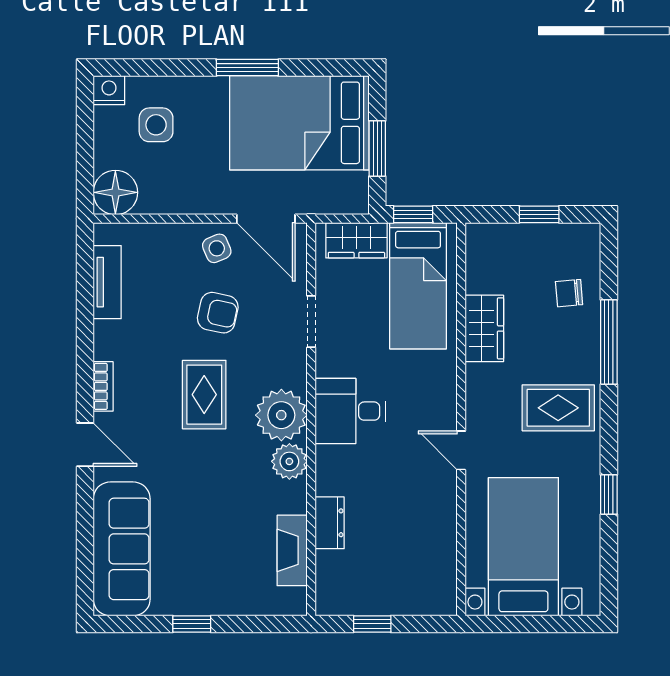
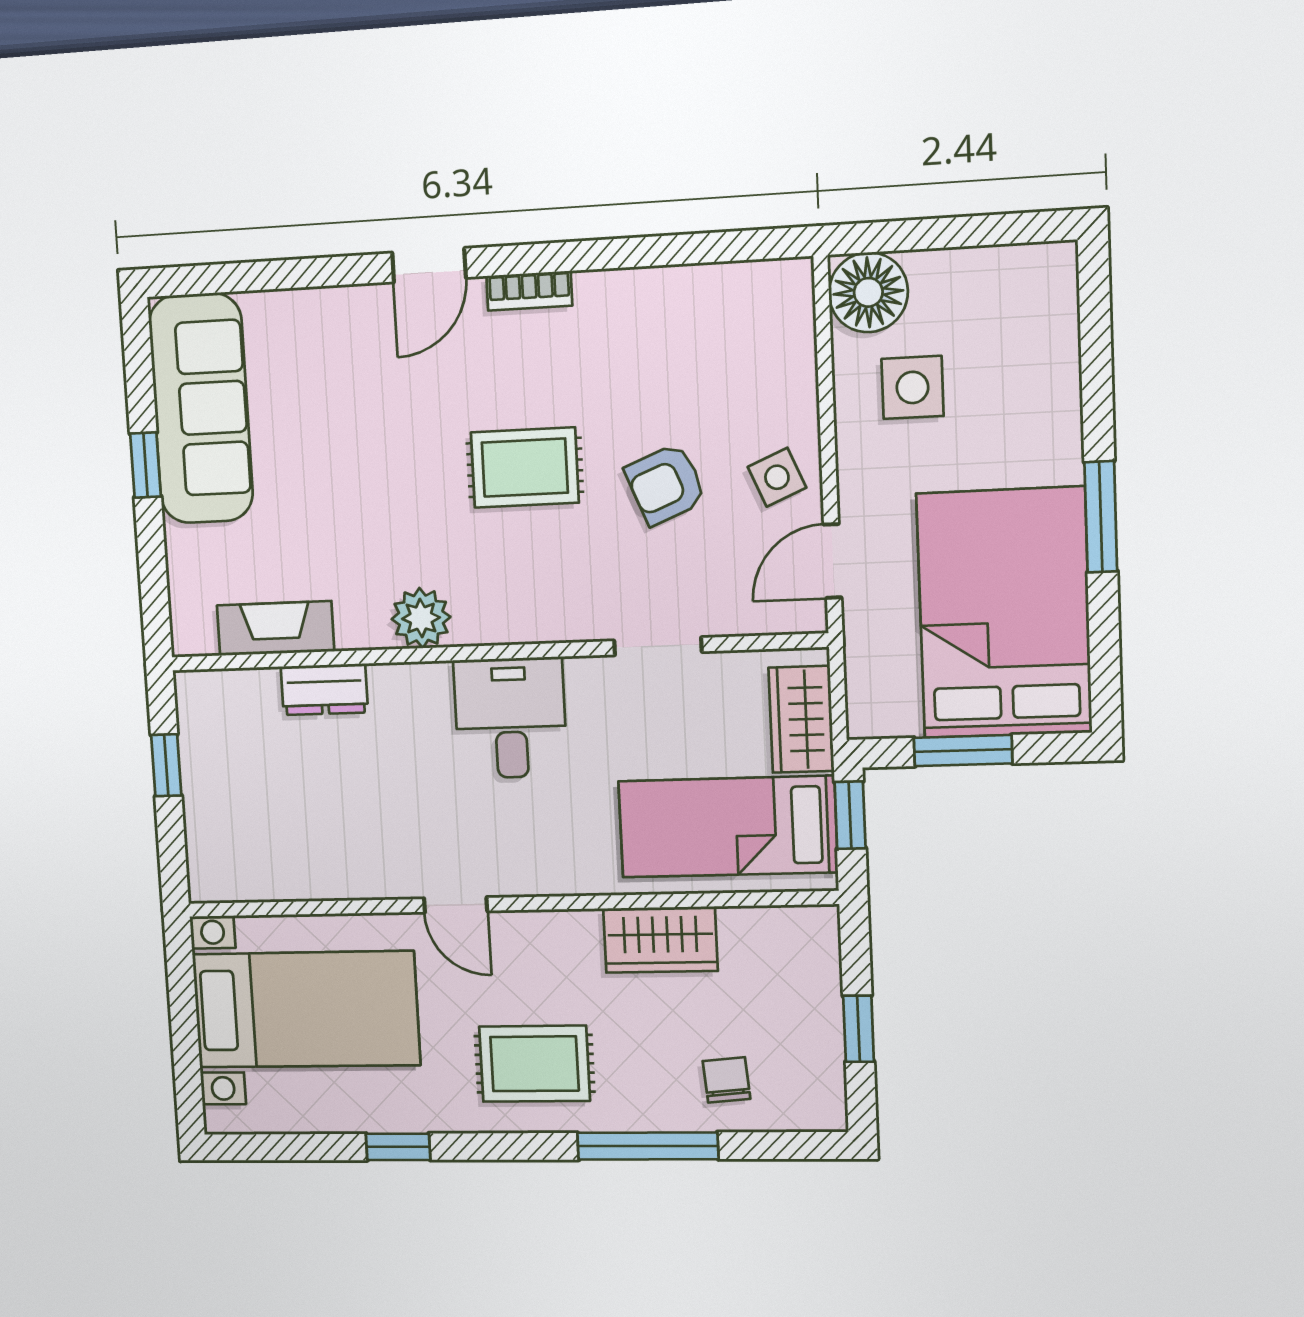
nightstand: (109, 90) -> (1052, 270), removed
side table: (156, 125) -> (913, 387), moved
door: (266, 219) -> (833, 561), width x0.73
tv unit: (107, 282) -> (710, 287), removed
armchair: (218, 313) -> (666, 484), turned 56
rug: (558, 408) -> (534, 1064), turned 90
plant: (281, 415) -> (497, 601), removed
door: (461, 450) -> (456, 905), swing flipped
sofa: (122, 549) -> (201, 408), moved, turned -90

